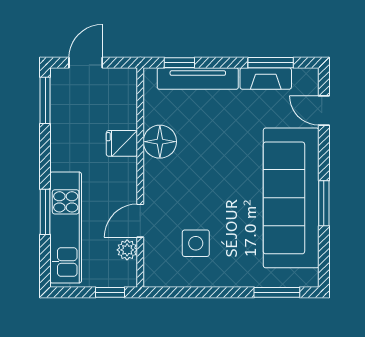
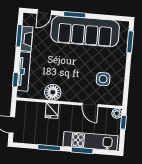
window: (45, 100) -> (49, 148), moved
window: (324, 203) -> (75, 15), moved
plant: (127, 250) -> (117, 113), moved

